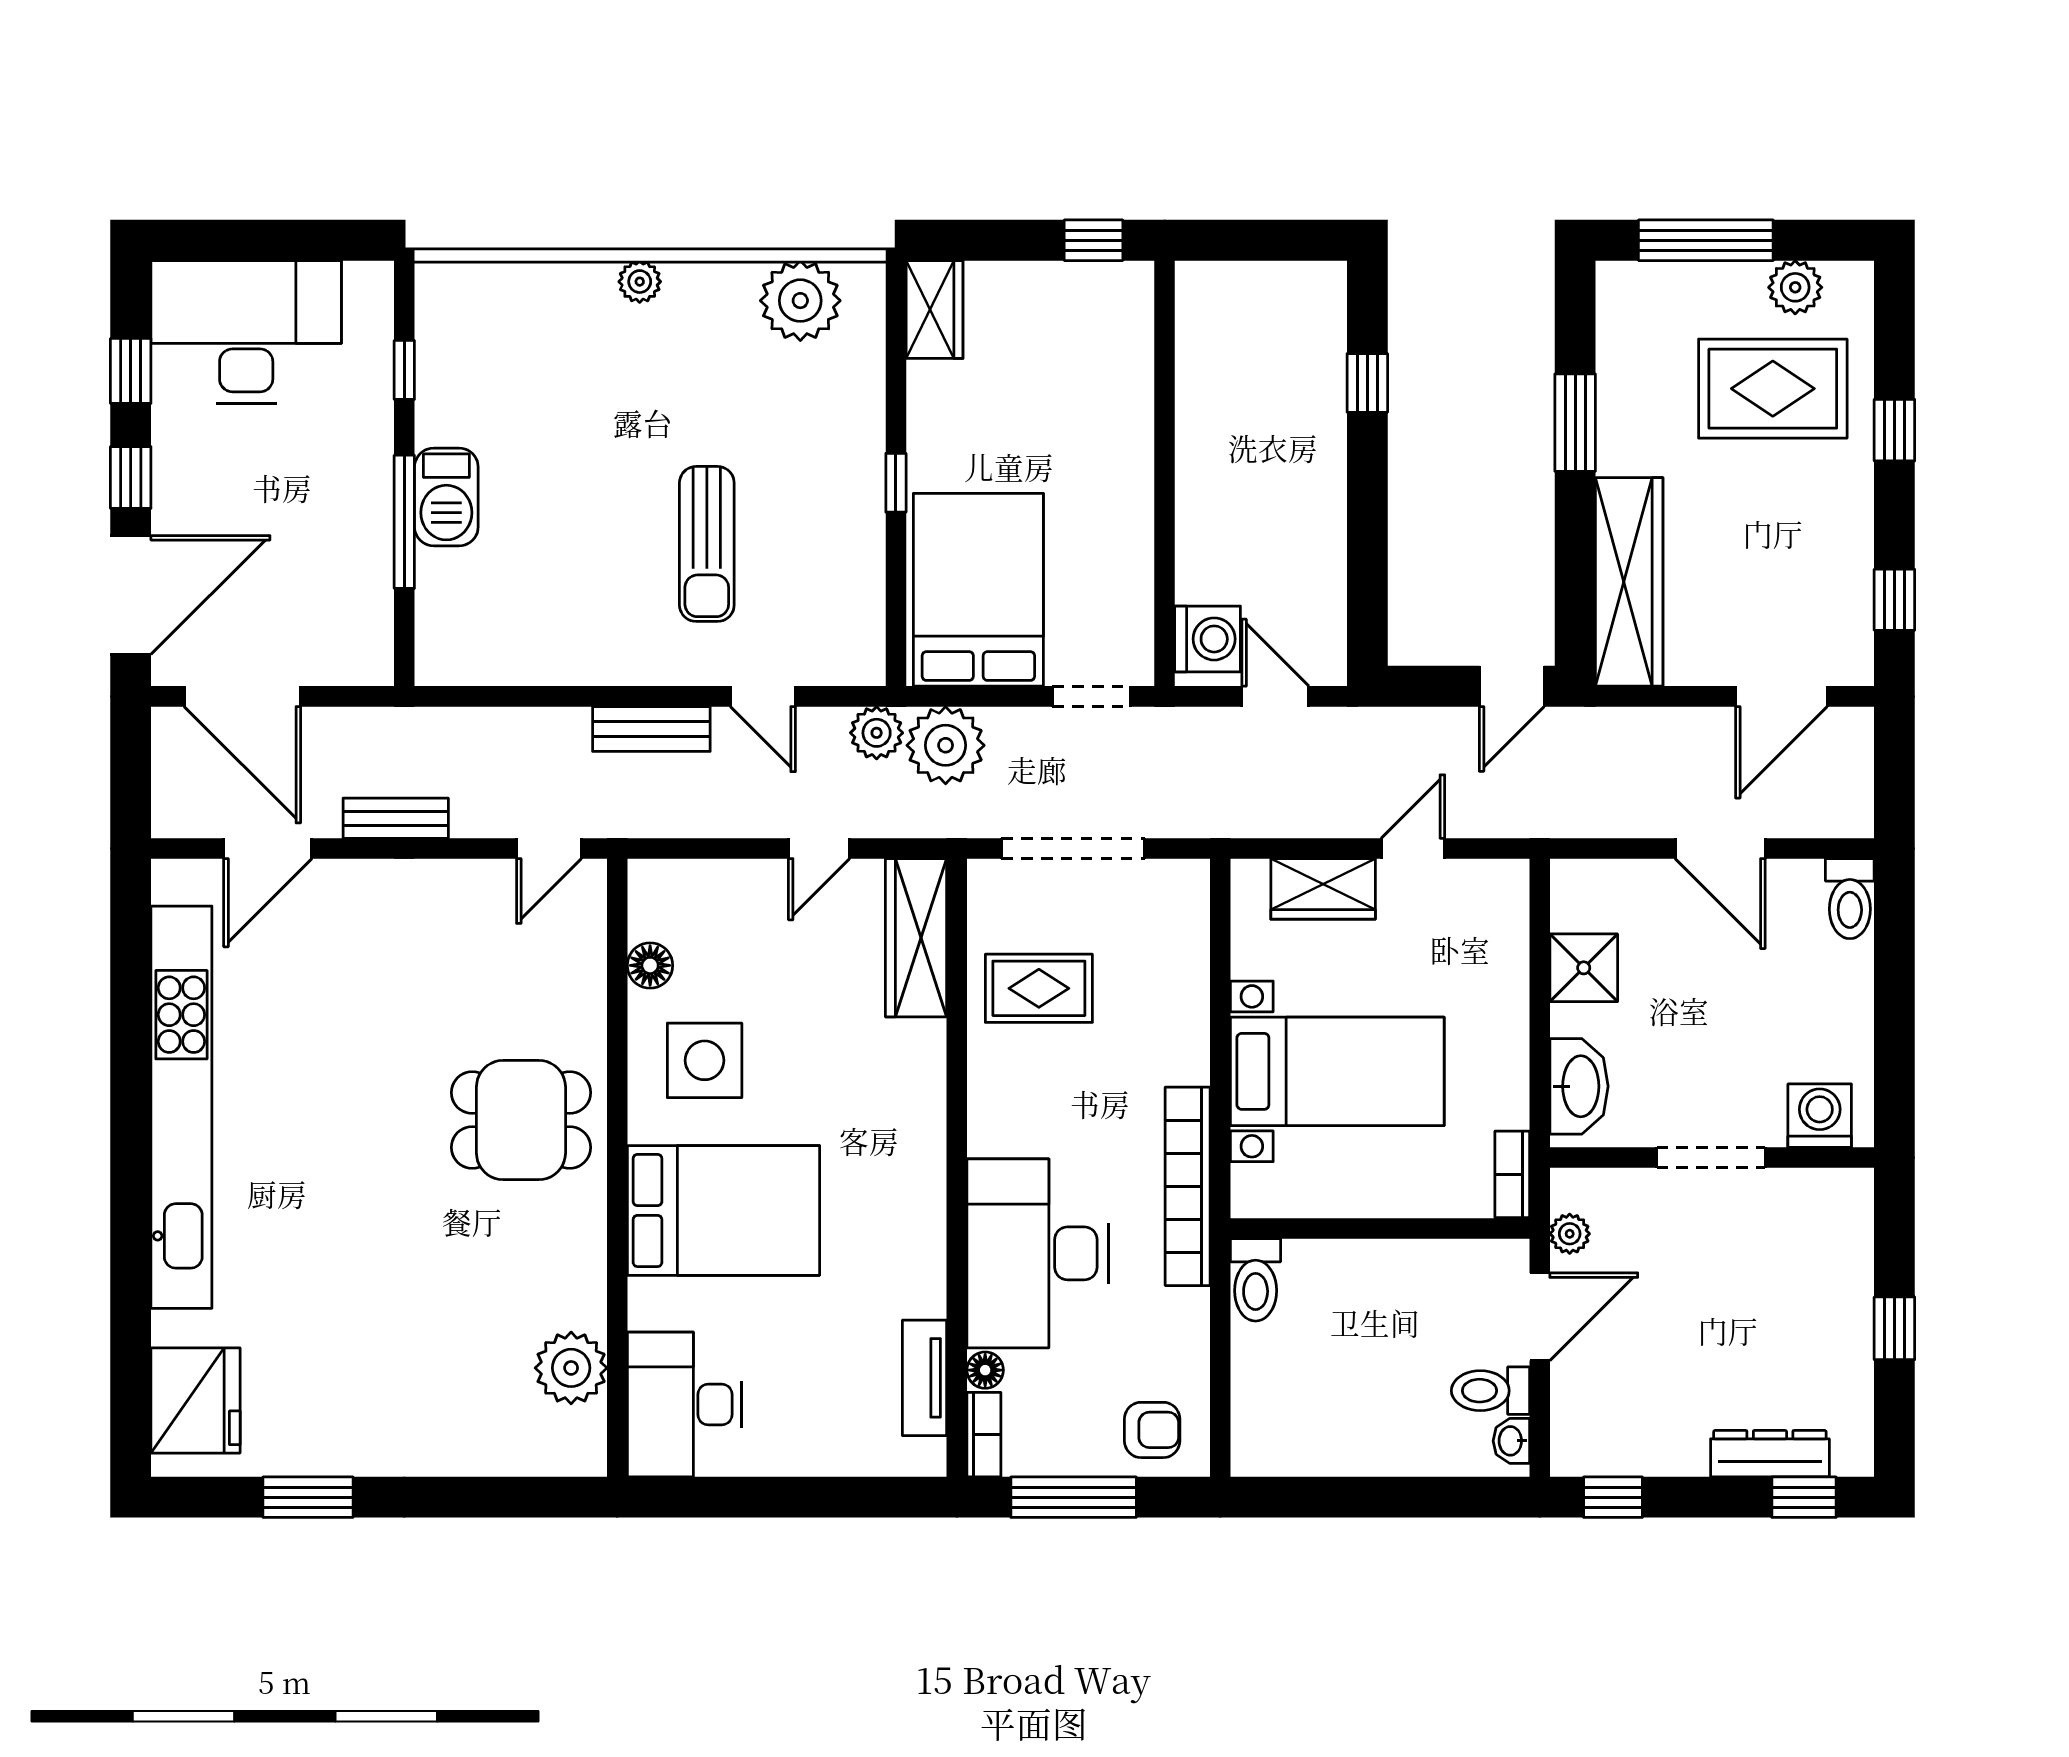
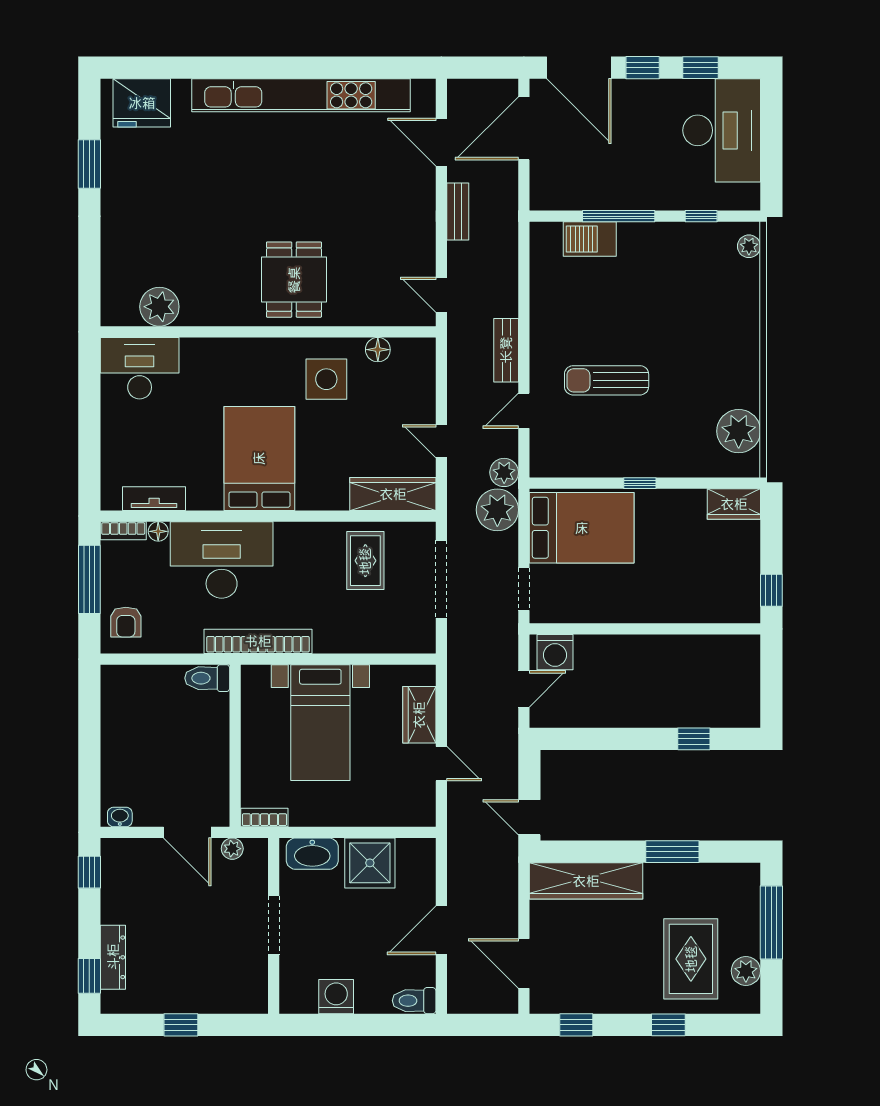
plant: (640, 282) -> (749, 246), moved
barbecue: (446, 497) -> (590, 239), moved
shower: (1584, 968) -> (370, 863), width x1.36, depth x1.36
washing machine: (1820, 1116) -> (336, 997), moved, turned -90
bed: (723, 1210) -> (259, 458), moved, turned 180
toilet: (1490, 1391) -> (147, 806), removed

